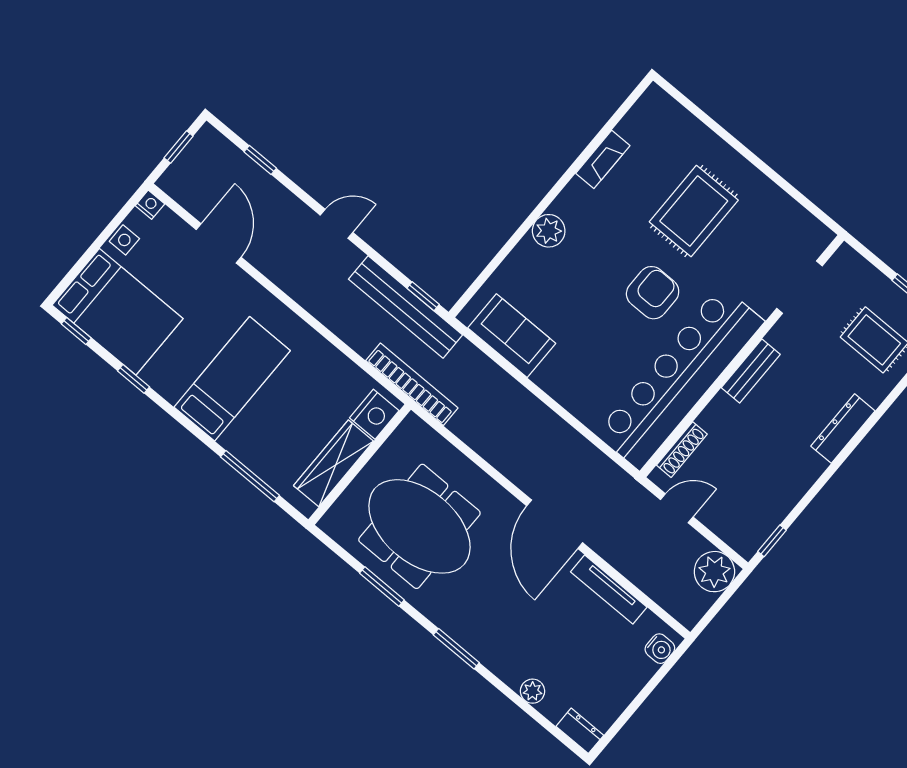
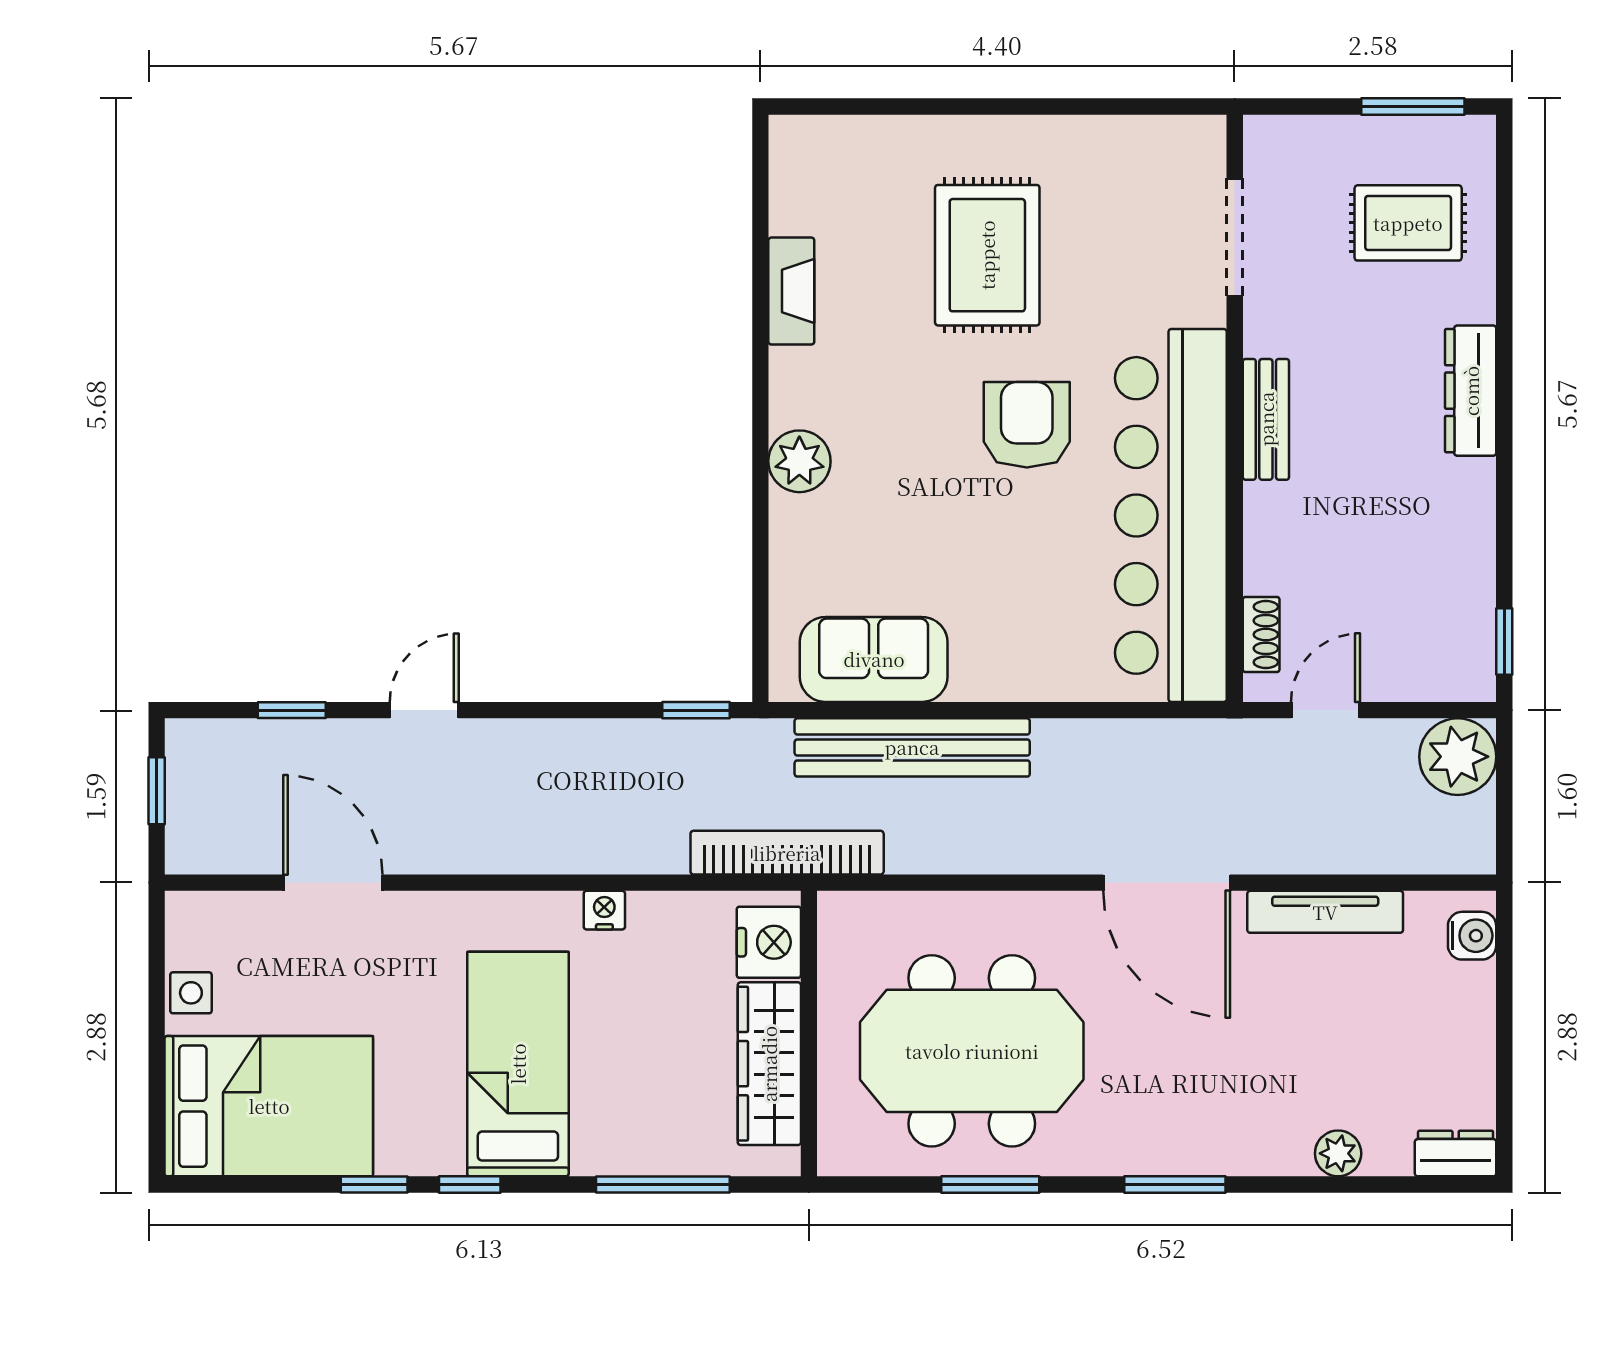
nightstand: (150, 205) -> (604, 910), moved
door: (336, 224) -> (424, 710), moved
bench: (406, 307) -> (912, 747), moved
window: (76, 331) -> (470, 1184), moved
shoe rack: (682, 450) -> (1261, 635), width x0.70

